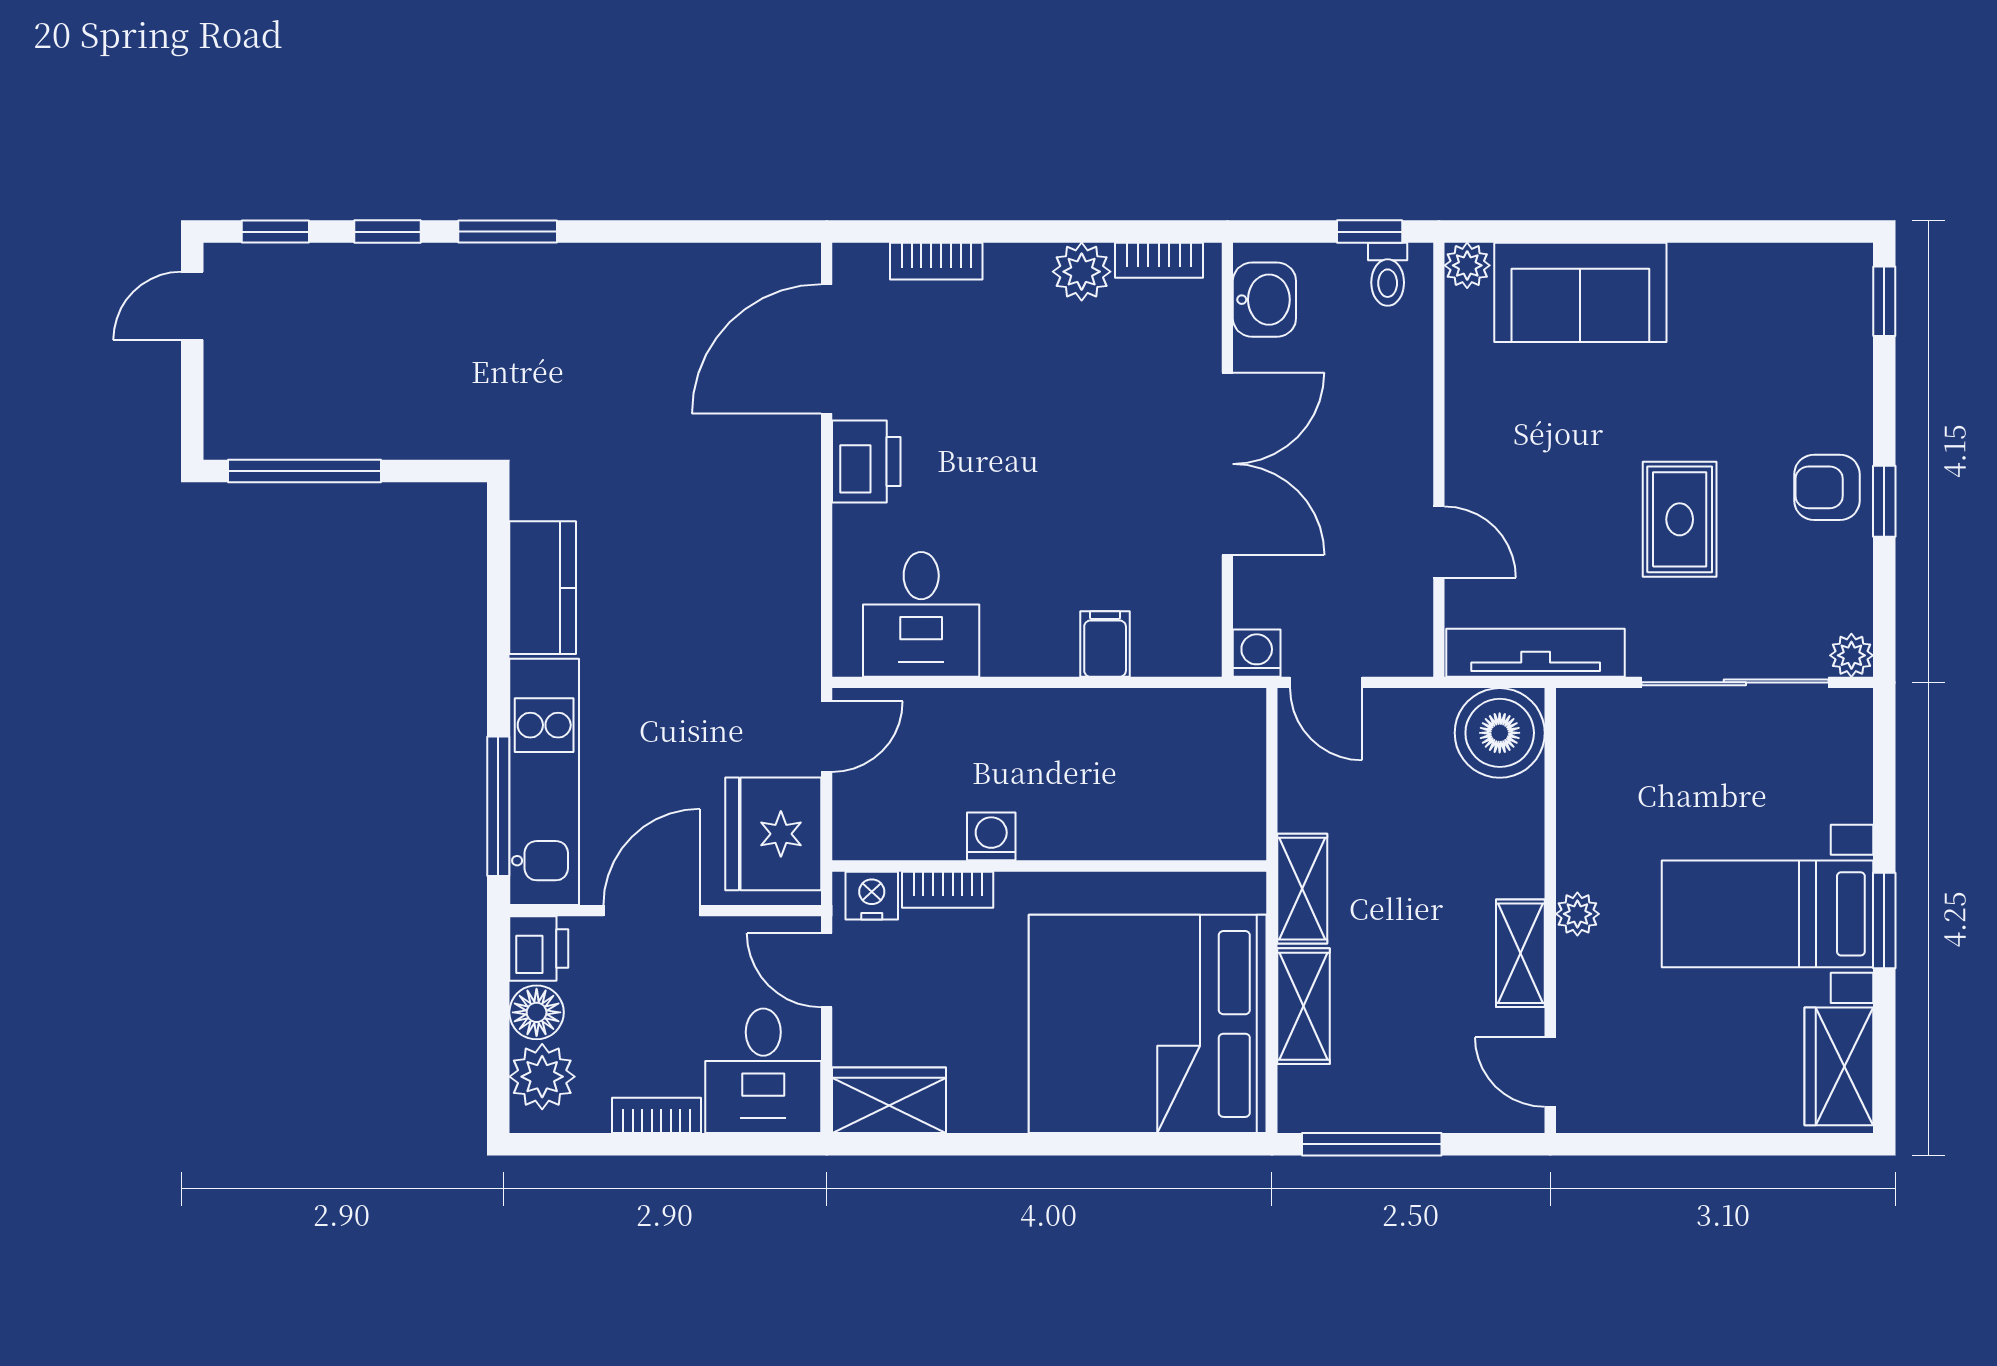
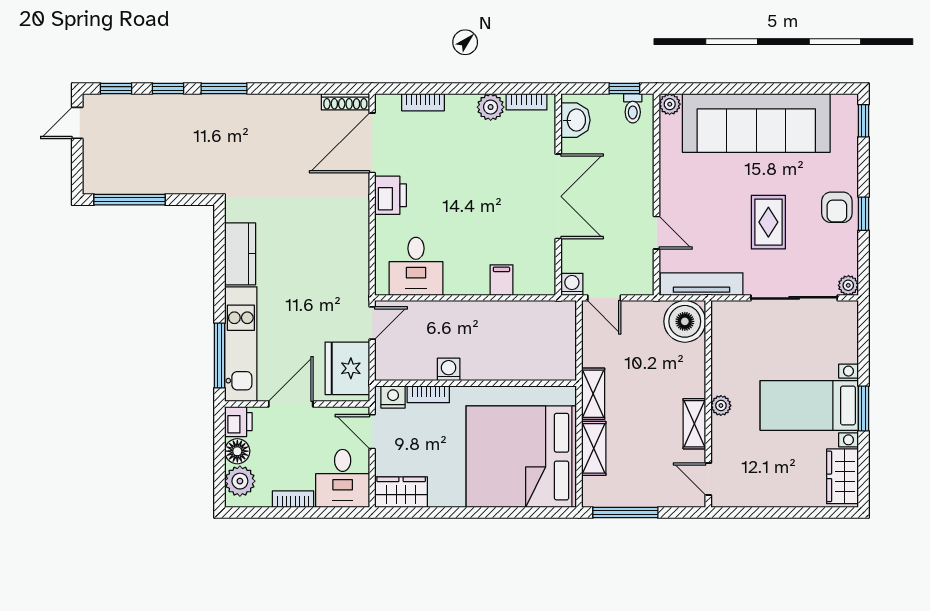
shoe rack: (769, 260) -> (345, 102), added
sofa: (1580, 292) -> (756, 123), width x1.85, depth x1.27
armchair: (1827, 487) -> (837, 207), turned -90

